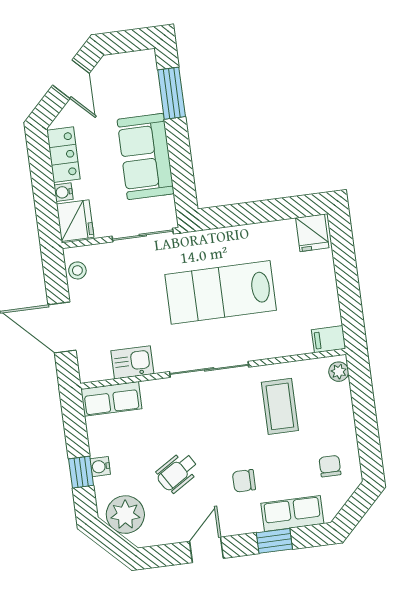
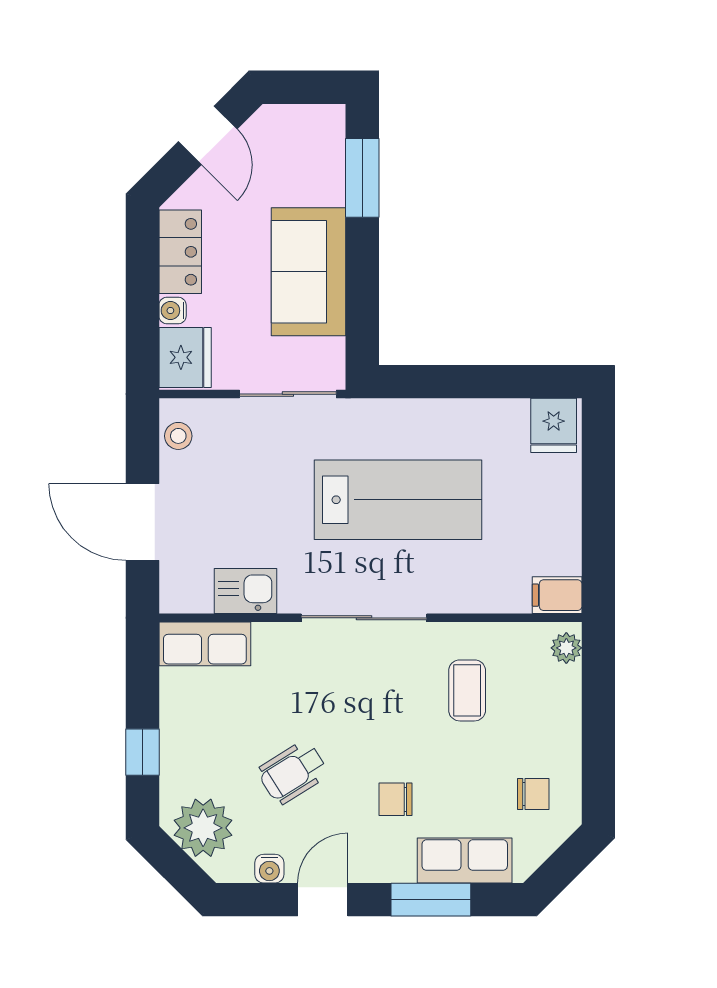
lab bench: (221, 292) -> (398, 500), turned 180
coffee table: (280, 406) -> (467, 690), width x0.73, depth x0.77
chair: (330, 466) -> (533, 794), turned 90
water cooler: (100, 467) -> (269, 869), moved, turned -90
window: (274, 541) -> (431, 900), width x1.50

